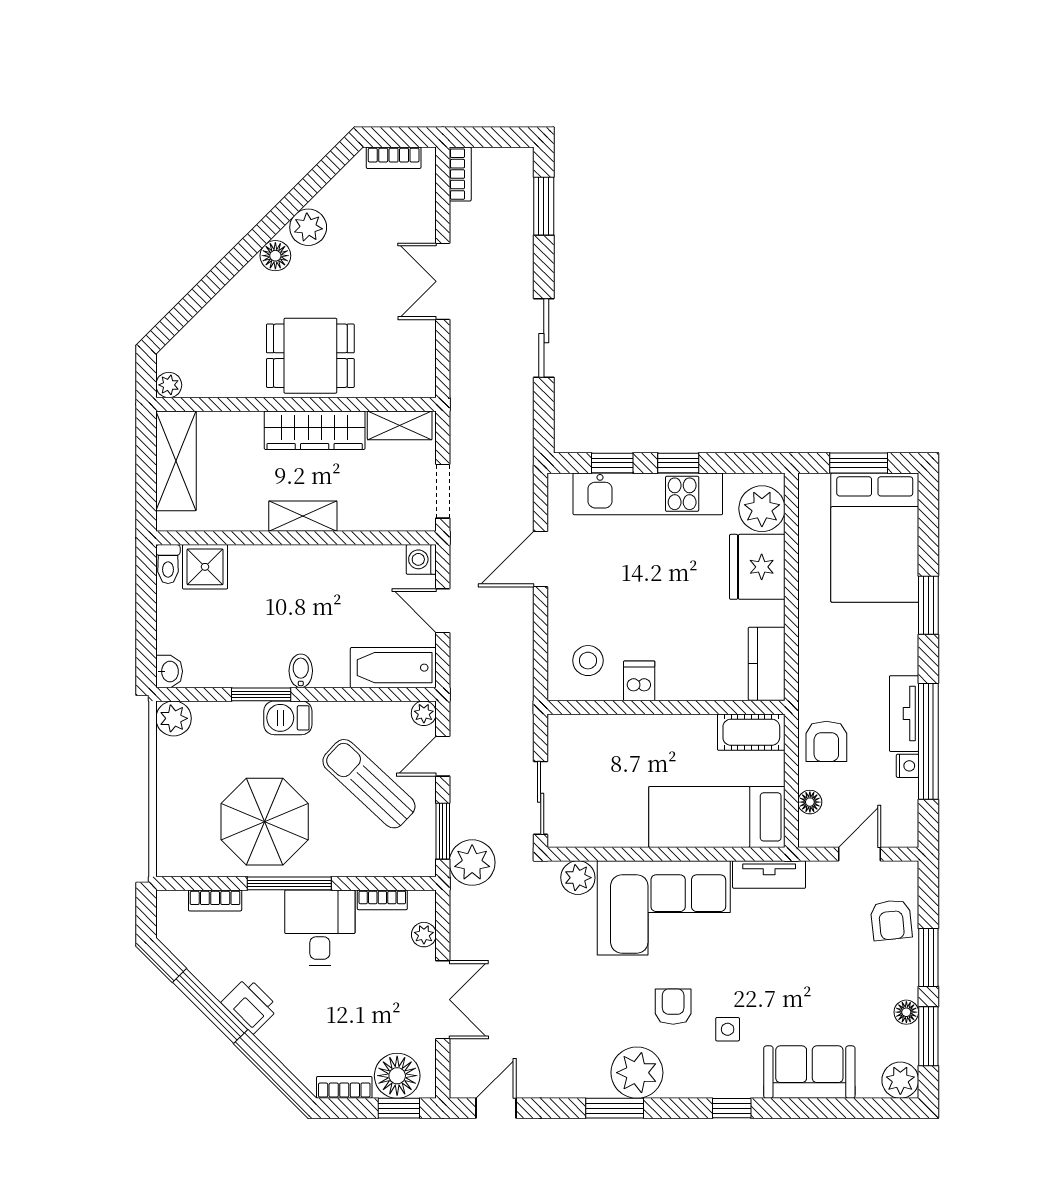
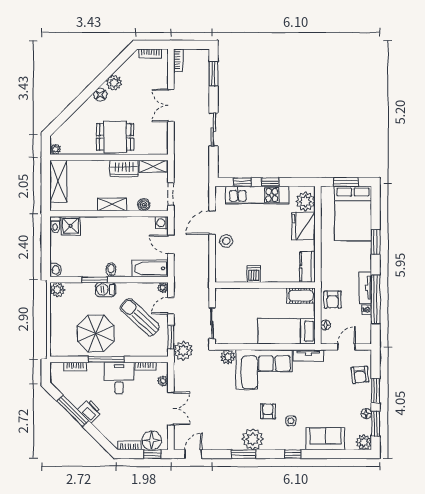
wardrobe: (315, 430) -> (124, 168), width x0.67
boiler: (378, 517) -> (144, 205), added
stool: (588, 661) -> (226, 241), moved

